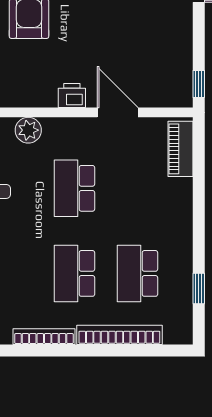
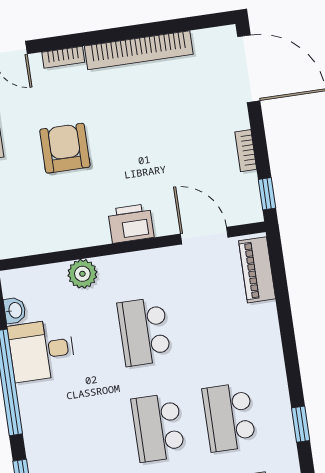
bookcase: (186, 44) -> (246, 151), added
printer: (72, 95) -> (131, 223), width x1.36, depth x1.24
door: (118, 112) -> (204, 236), moved

